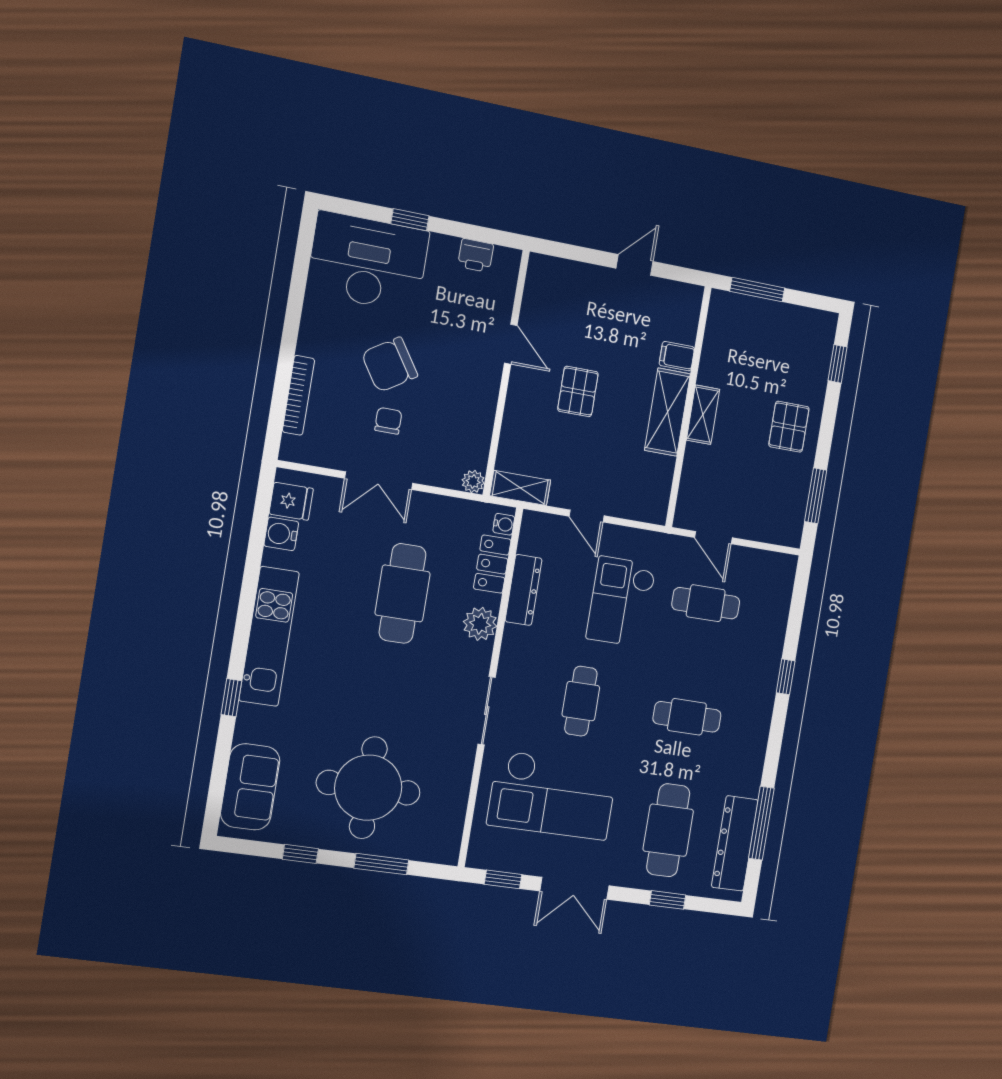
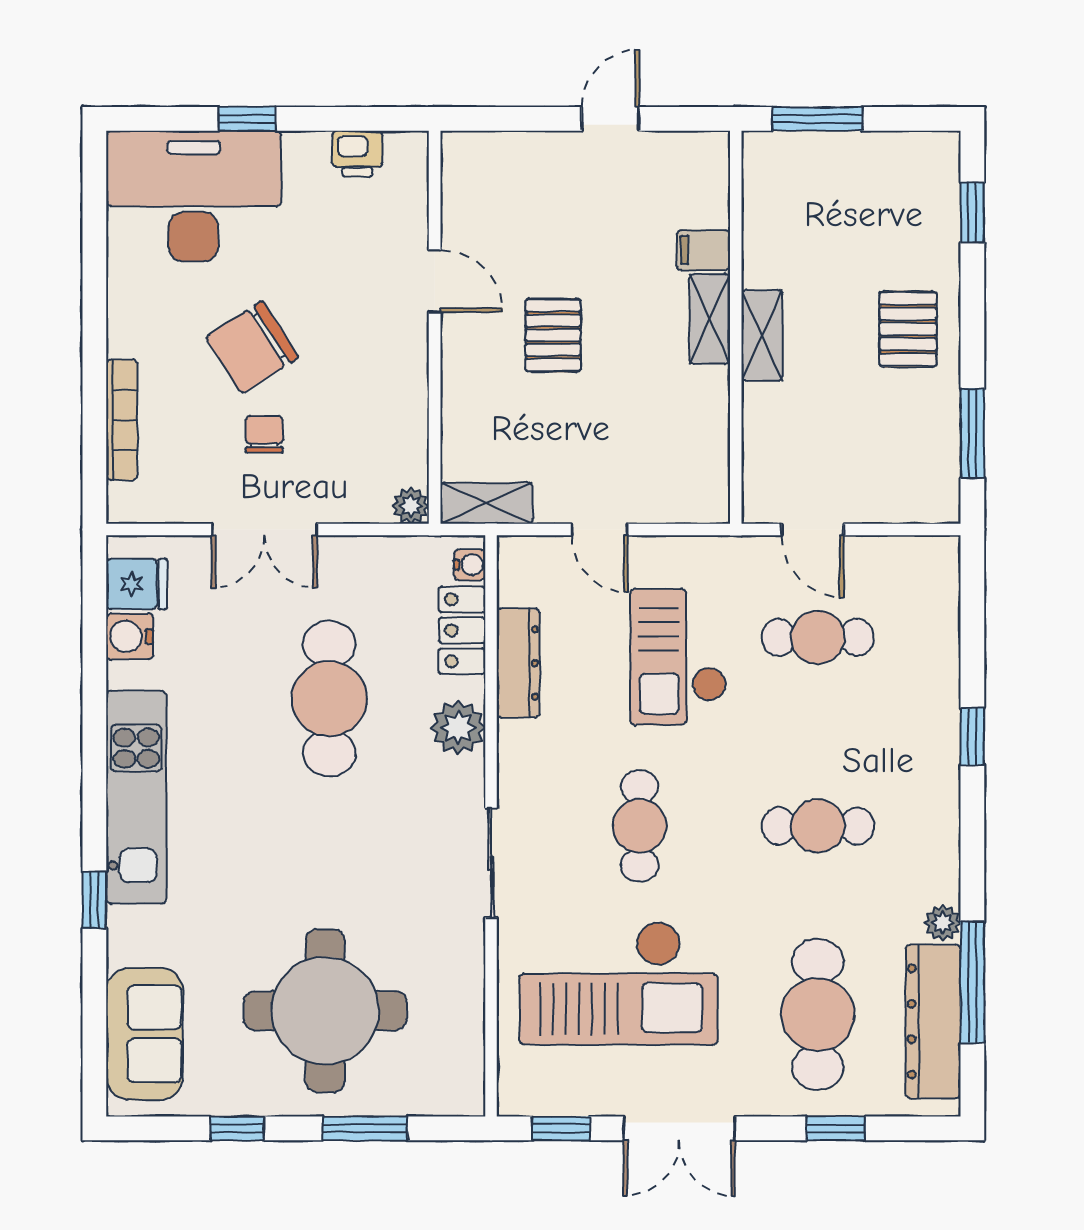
shelving: (667, 412) -> (710, 319), width x0.67, depth x0.75
plant: (750, 785) -> (943, 923), added

